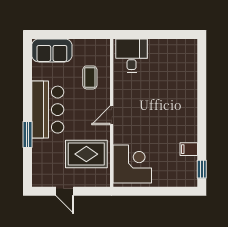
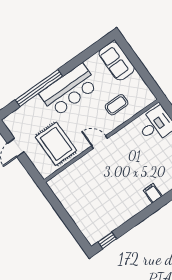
window: (27, 135) -> (39, 88), width x2.11
filing cabinet: (189, 149) -> (153, 193), moved
corner desk: (132, 164) -> (73, 184), removed

